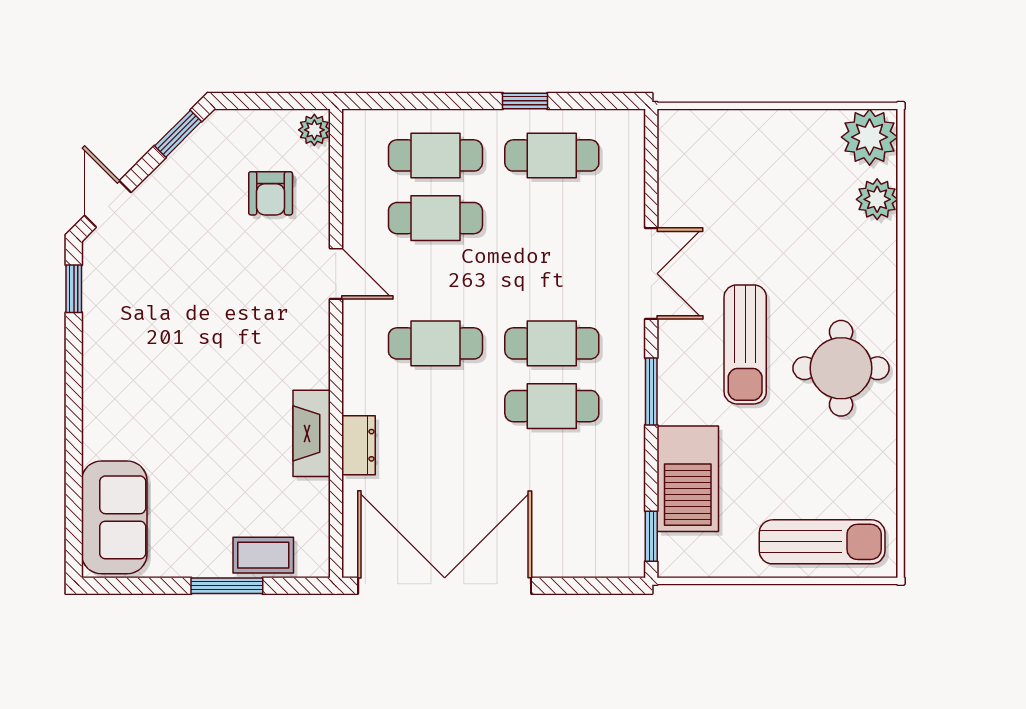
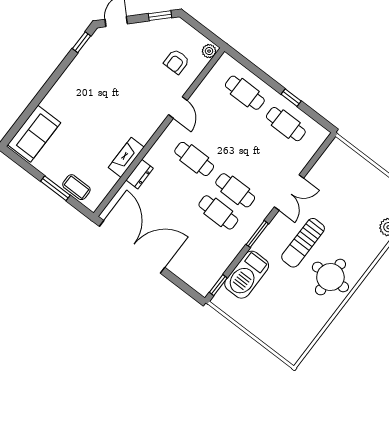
cafe table: (435, 218) -> (228, 115), removed
sun lounger: (822, 542) -> (277, 333), removed

